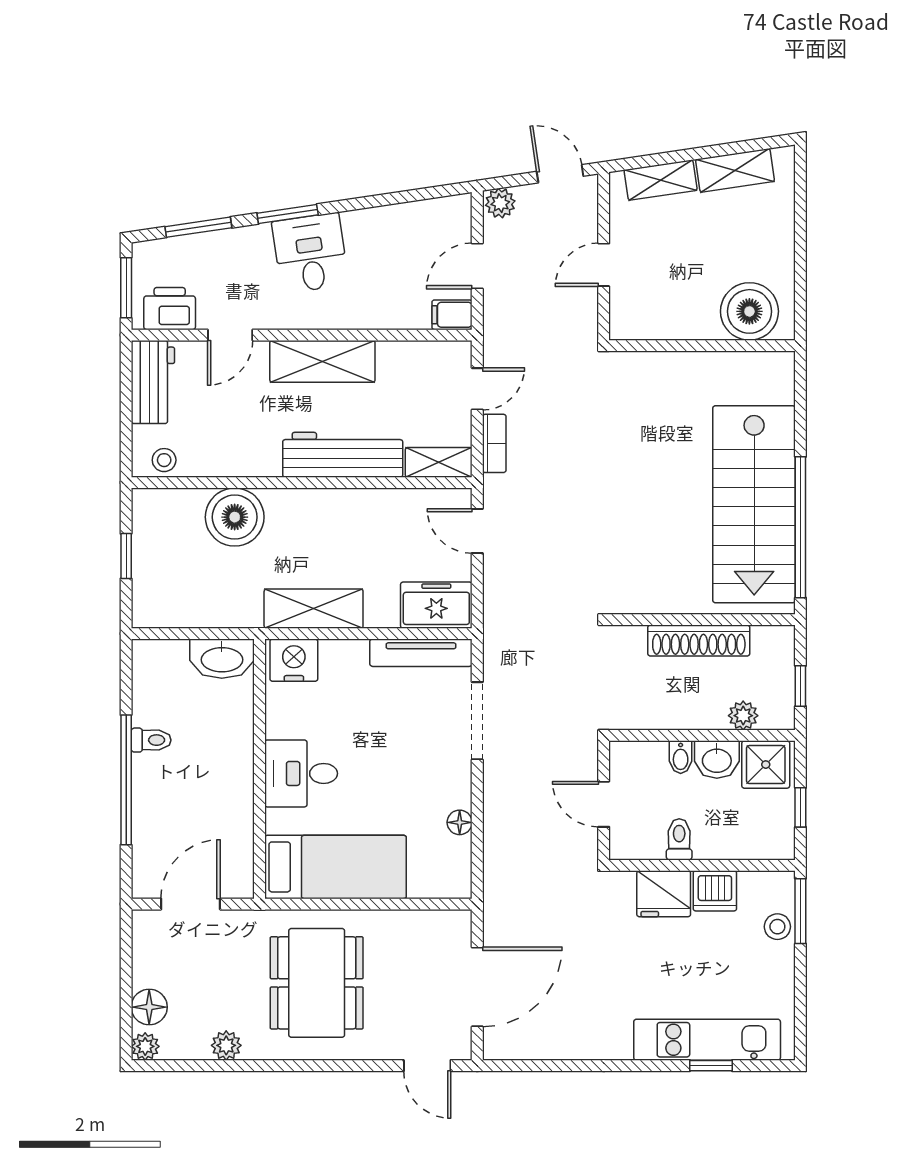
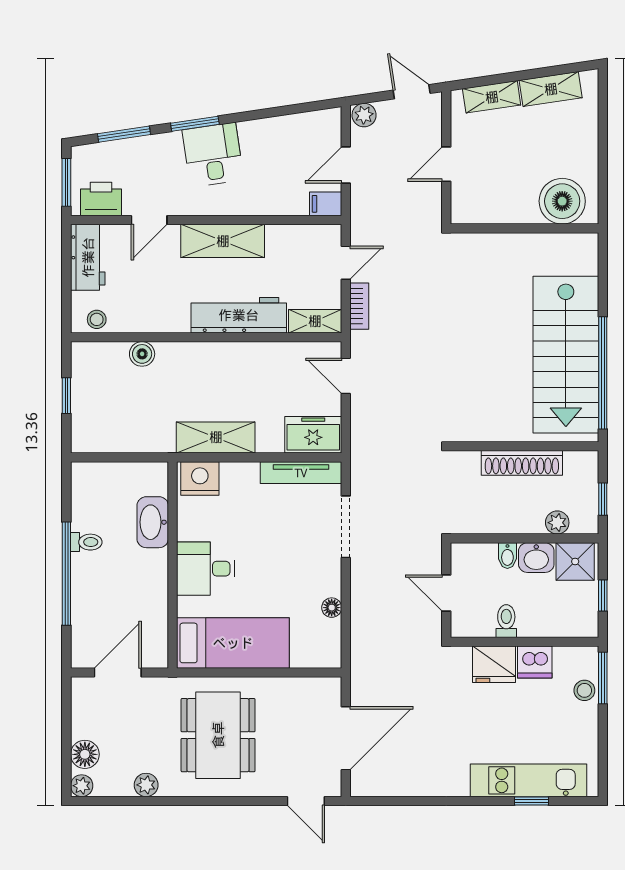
boiler: (235, 517) -> (142, 354), width x0.54, depth x0.54
washbasin: (222, 659) -> (153, 522), moved, turned 90

